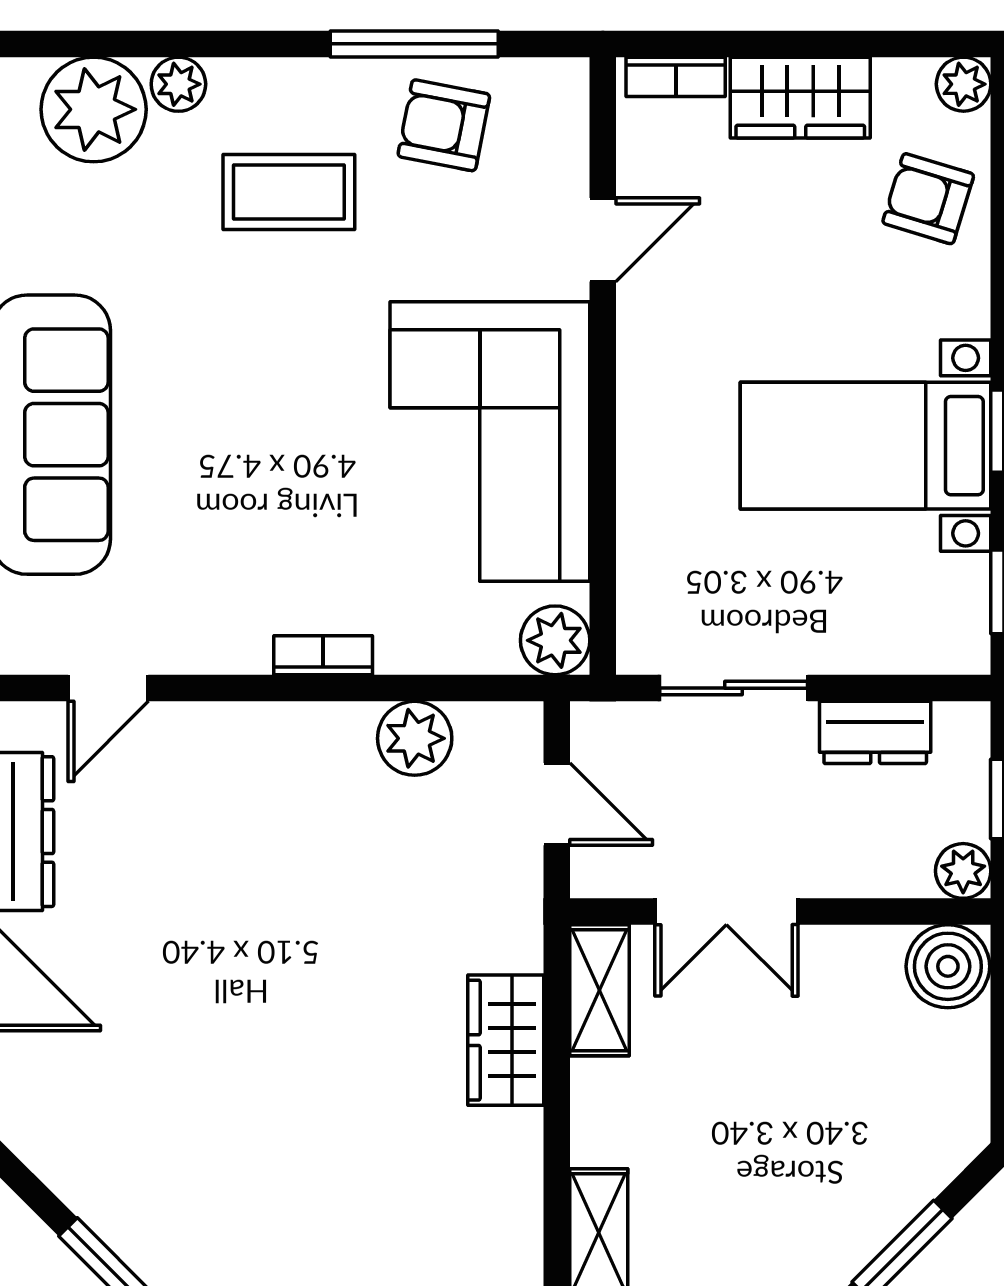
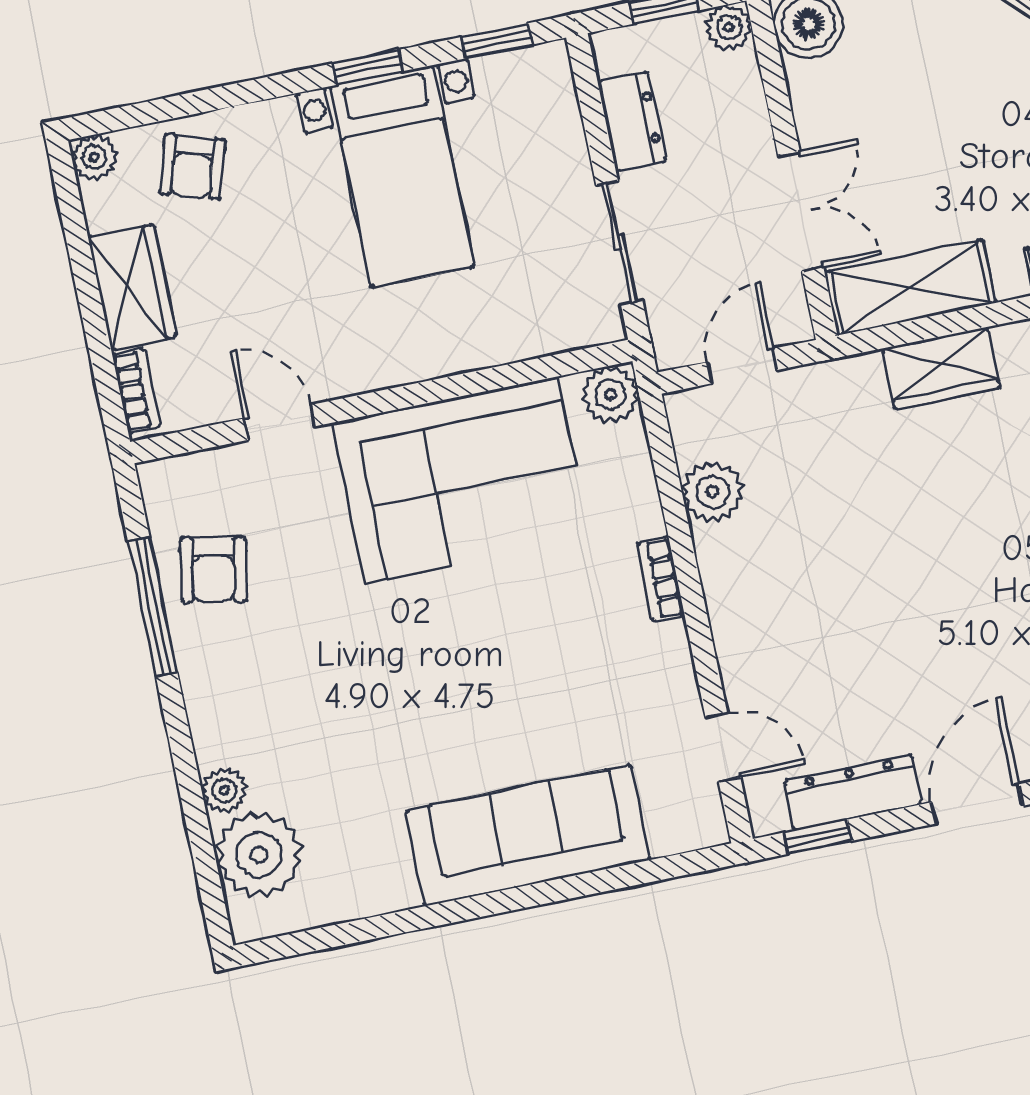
coffee table: (289, 192) -> (293, 683), removed
shelving: (599, 990) -> (910, 287), width x1.50, depth x1.33

